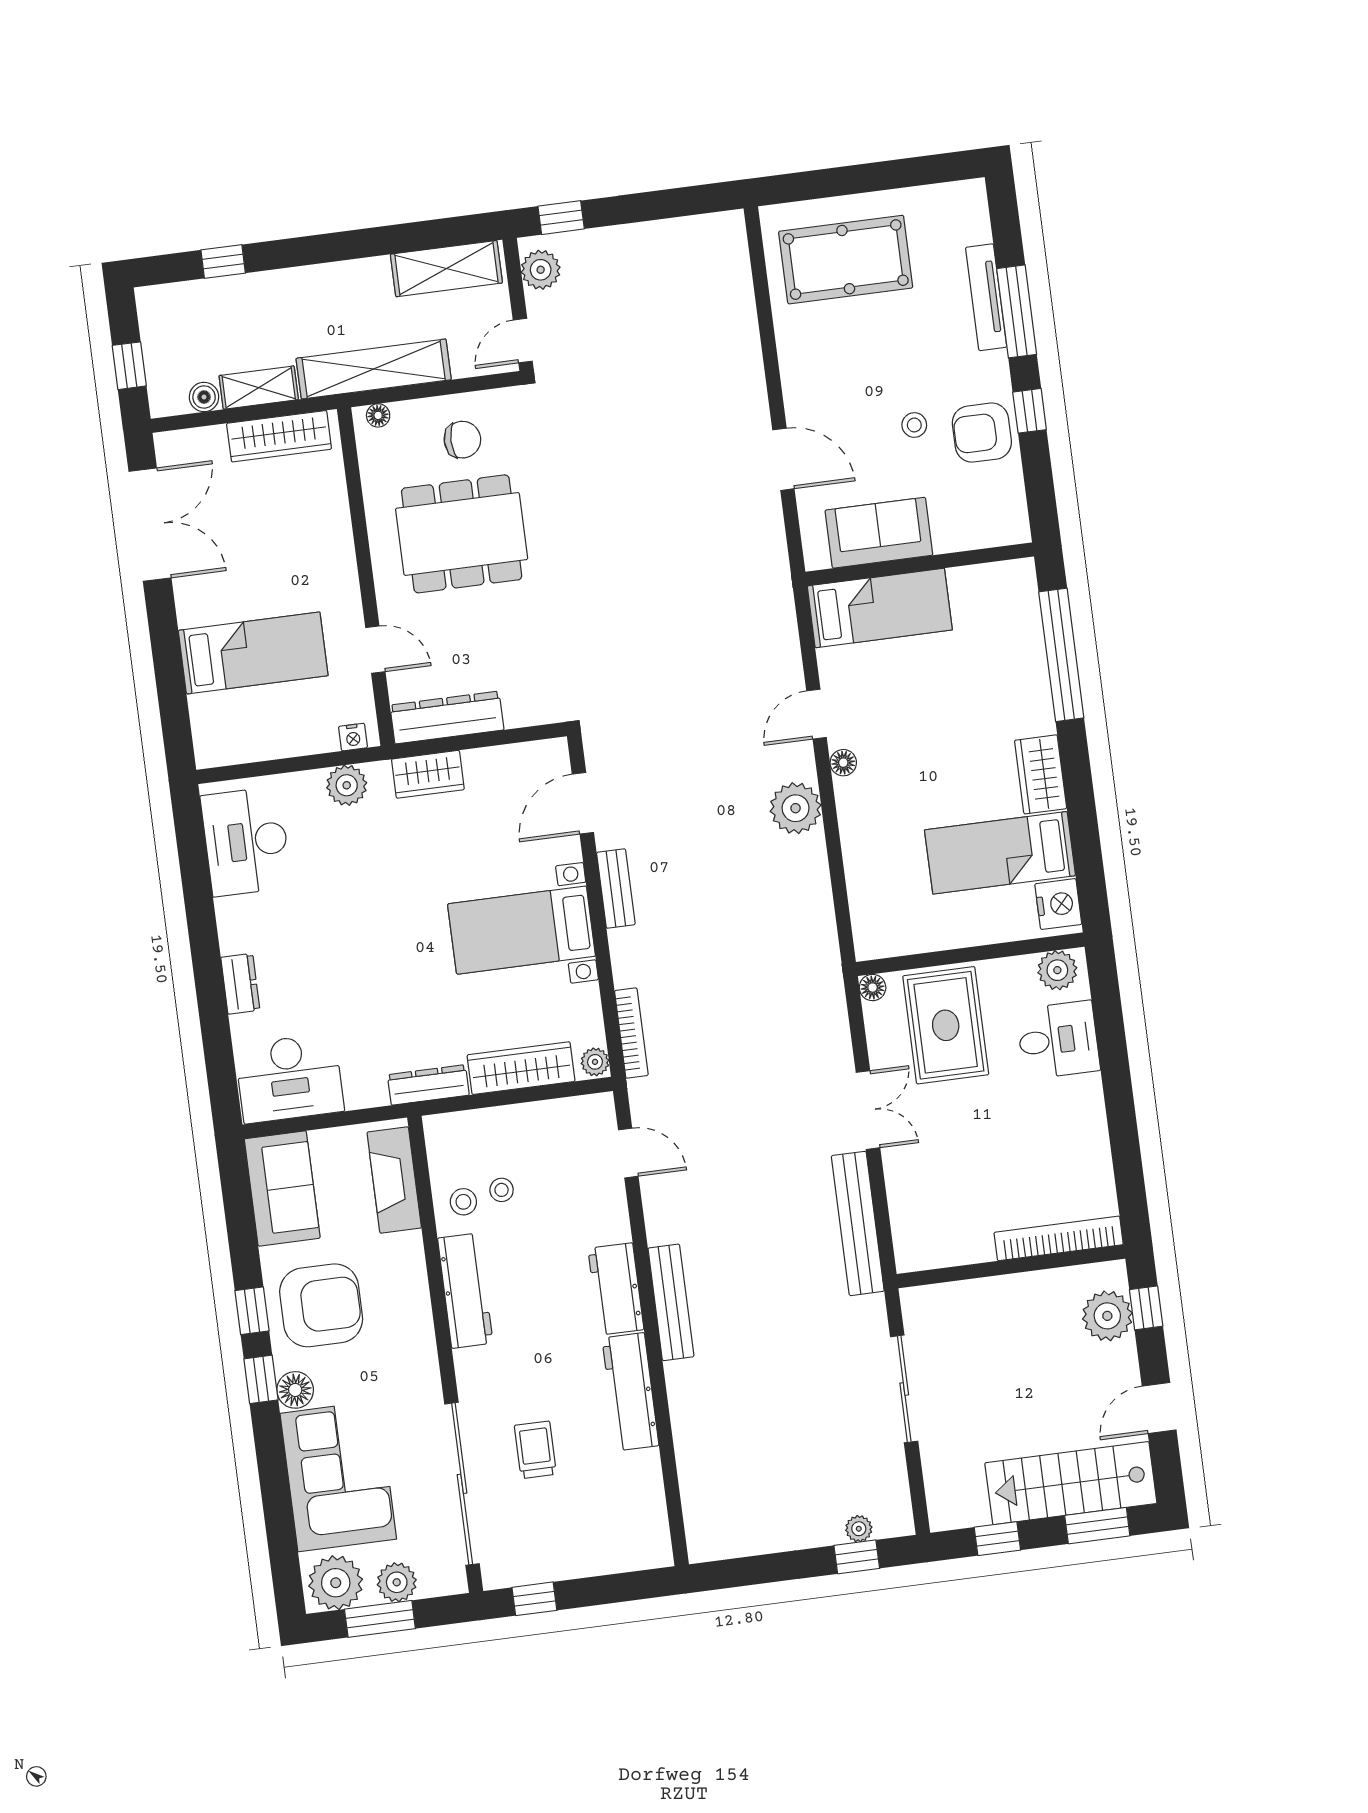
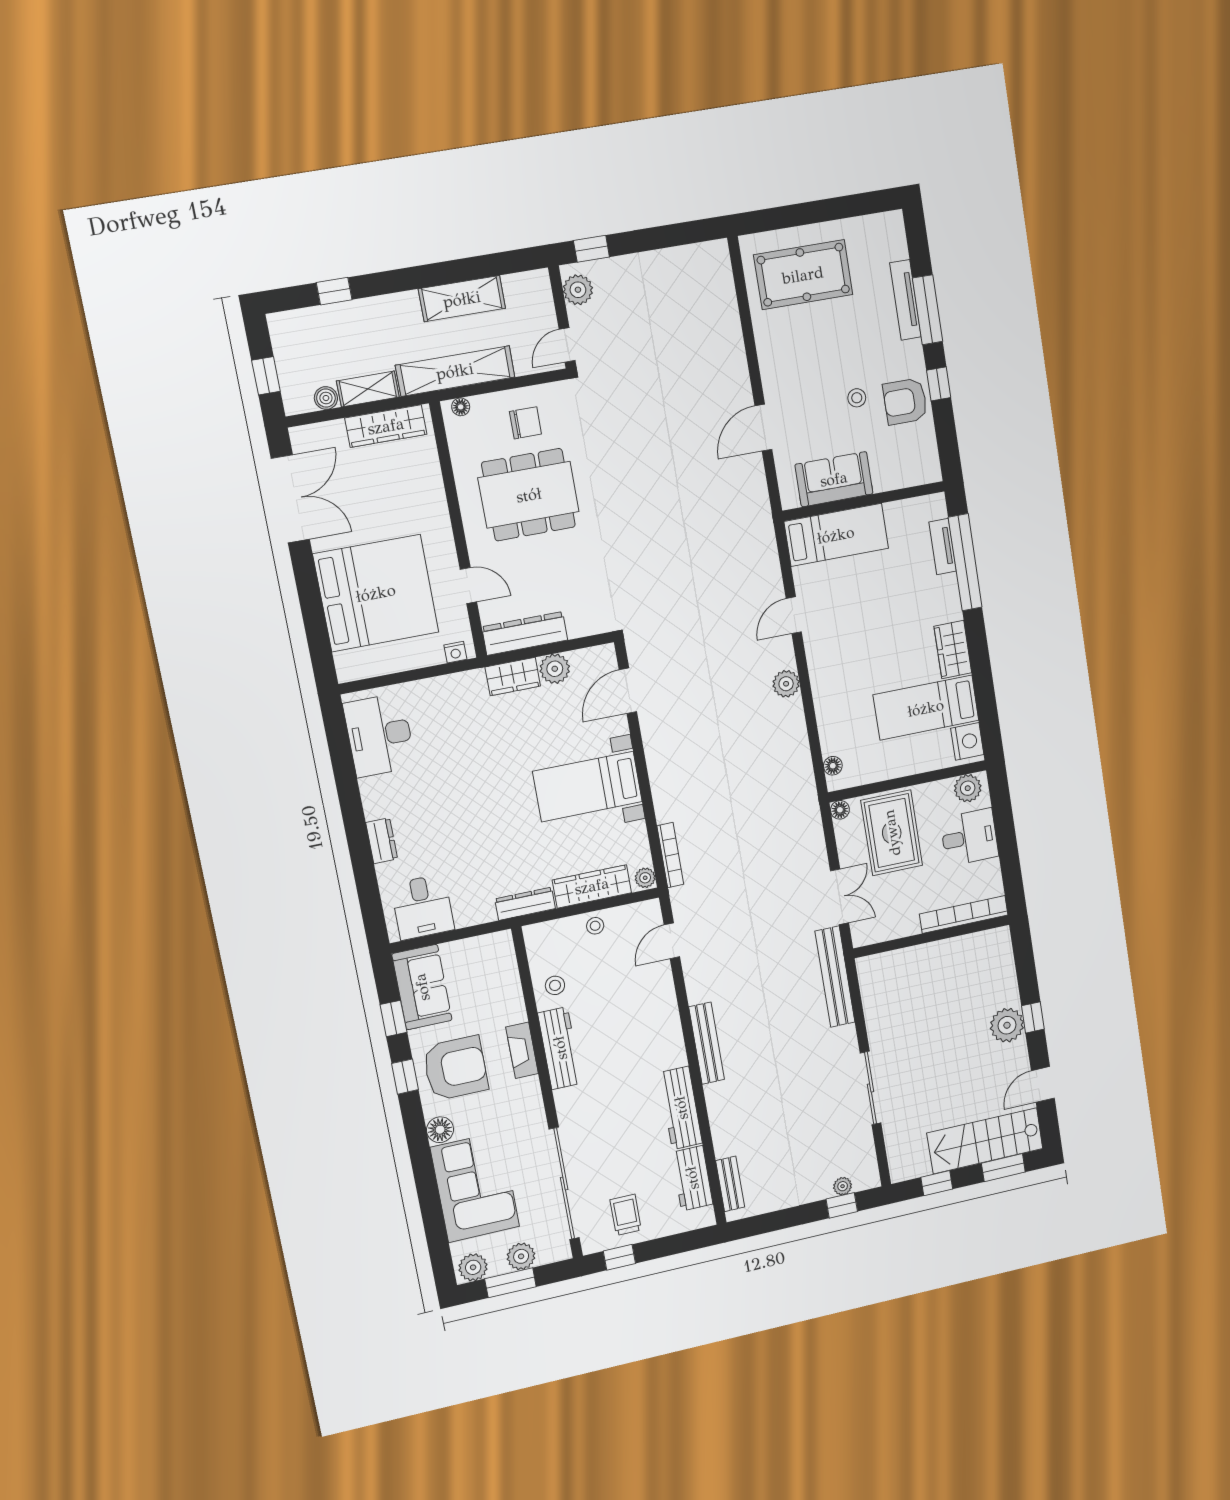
shelving: (446, 269) -> (462, 299), moved
door: (783, 459) -> (763, 428), swing flipped
tv unit: (1030, 631) -> (943, 546), added
bed: (253, 653) -> (376, 593), width x2.04
floor lamp: (843, 763) -> (833, 766), moved
plant: (347, 785) -> (555, 669), moved
plant: (796, 808) -> (786, 684), width x0.73, depth x0.73
bench: (616, 888) -> (730, 1184), moved
desk: (289, 1078) -> (422, 907), width x0.73
door: (628, 1153) -> (672, 941), swing flipped
fireplace: (394, 1180) -> (522, 1050), moved, width x0.73, depth x0.76
stool: (502, 1190) -> (595, 926), moved
bookcase: (1059, 1238) -> (964, 914), moved
wall: (1011, 1266) -> (932, 937), moved
workbench: (616, 1289) -> (692, 1178), moved
window: (261, 1379) -> (393, 1018), moved
trolley: (535, 1450) -> (626, 1215), moved
plant: (336, 1583) -> (473, 1267), width x0.73, depth x0.73

